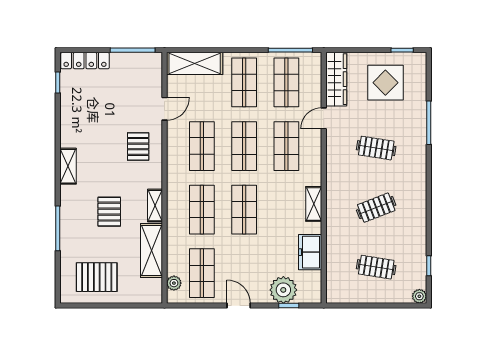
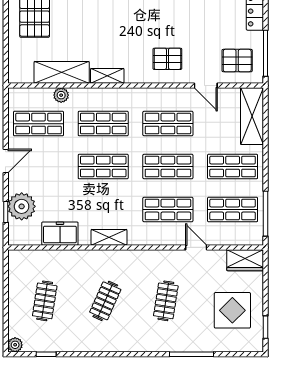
wardrobe: (336, 79) -> (245, 260), width x0.67
clothes rail: (376, 208) -> (105, 301), turned 45
pallet: (109, 212) -> (237, 61), moved
plant: (174, 283) -> (61, 95), moved

